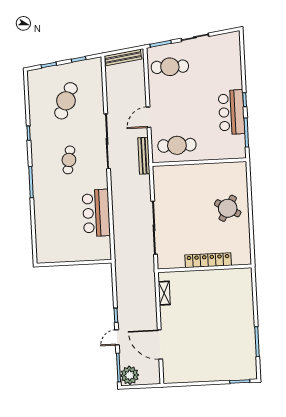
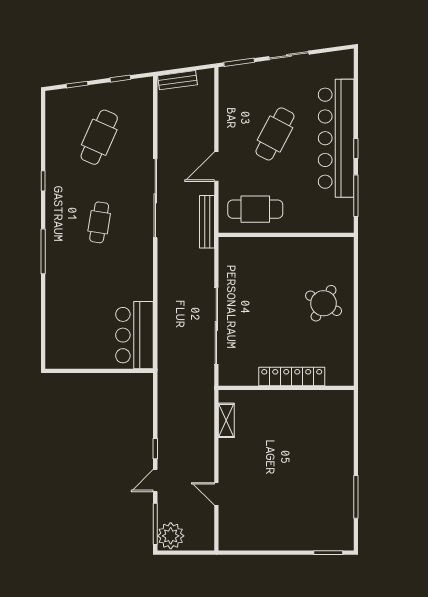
bench: (123, 58) -> (178, 80), width x0.73
cafe table: (170, 67) -> (275, 134), moved, turned -62
bar counter: (232, 112) -> (336, 138), width x1.86
bar counter: (96, 213) -> (135, 335), moved
door: (160, 344) -> (216, 494), width x0.53

